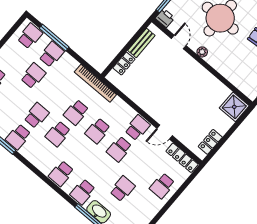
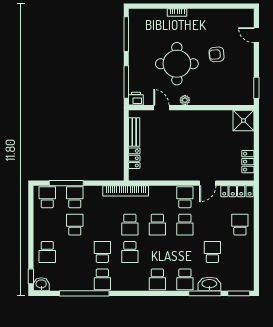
school desk: (162, 186) -> (240, 225), turned 180

